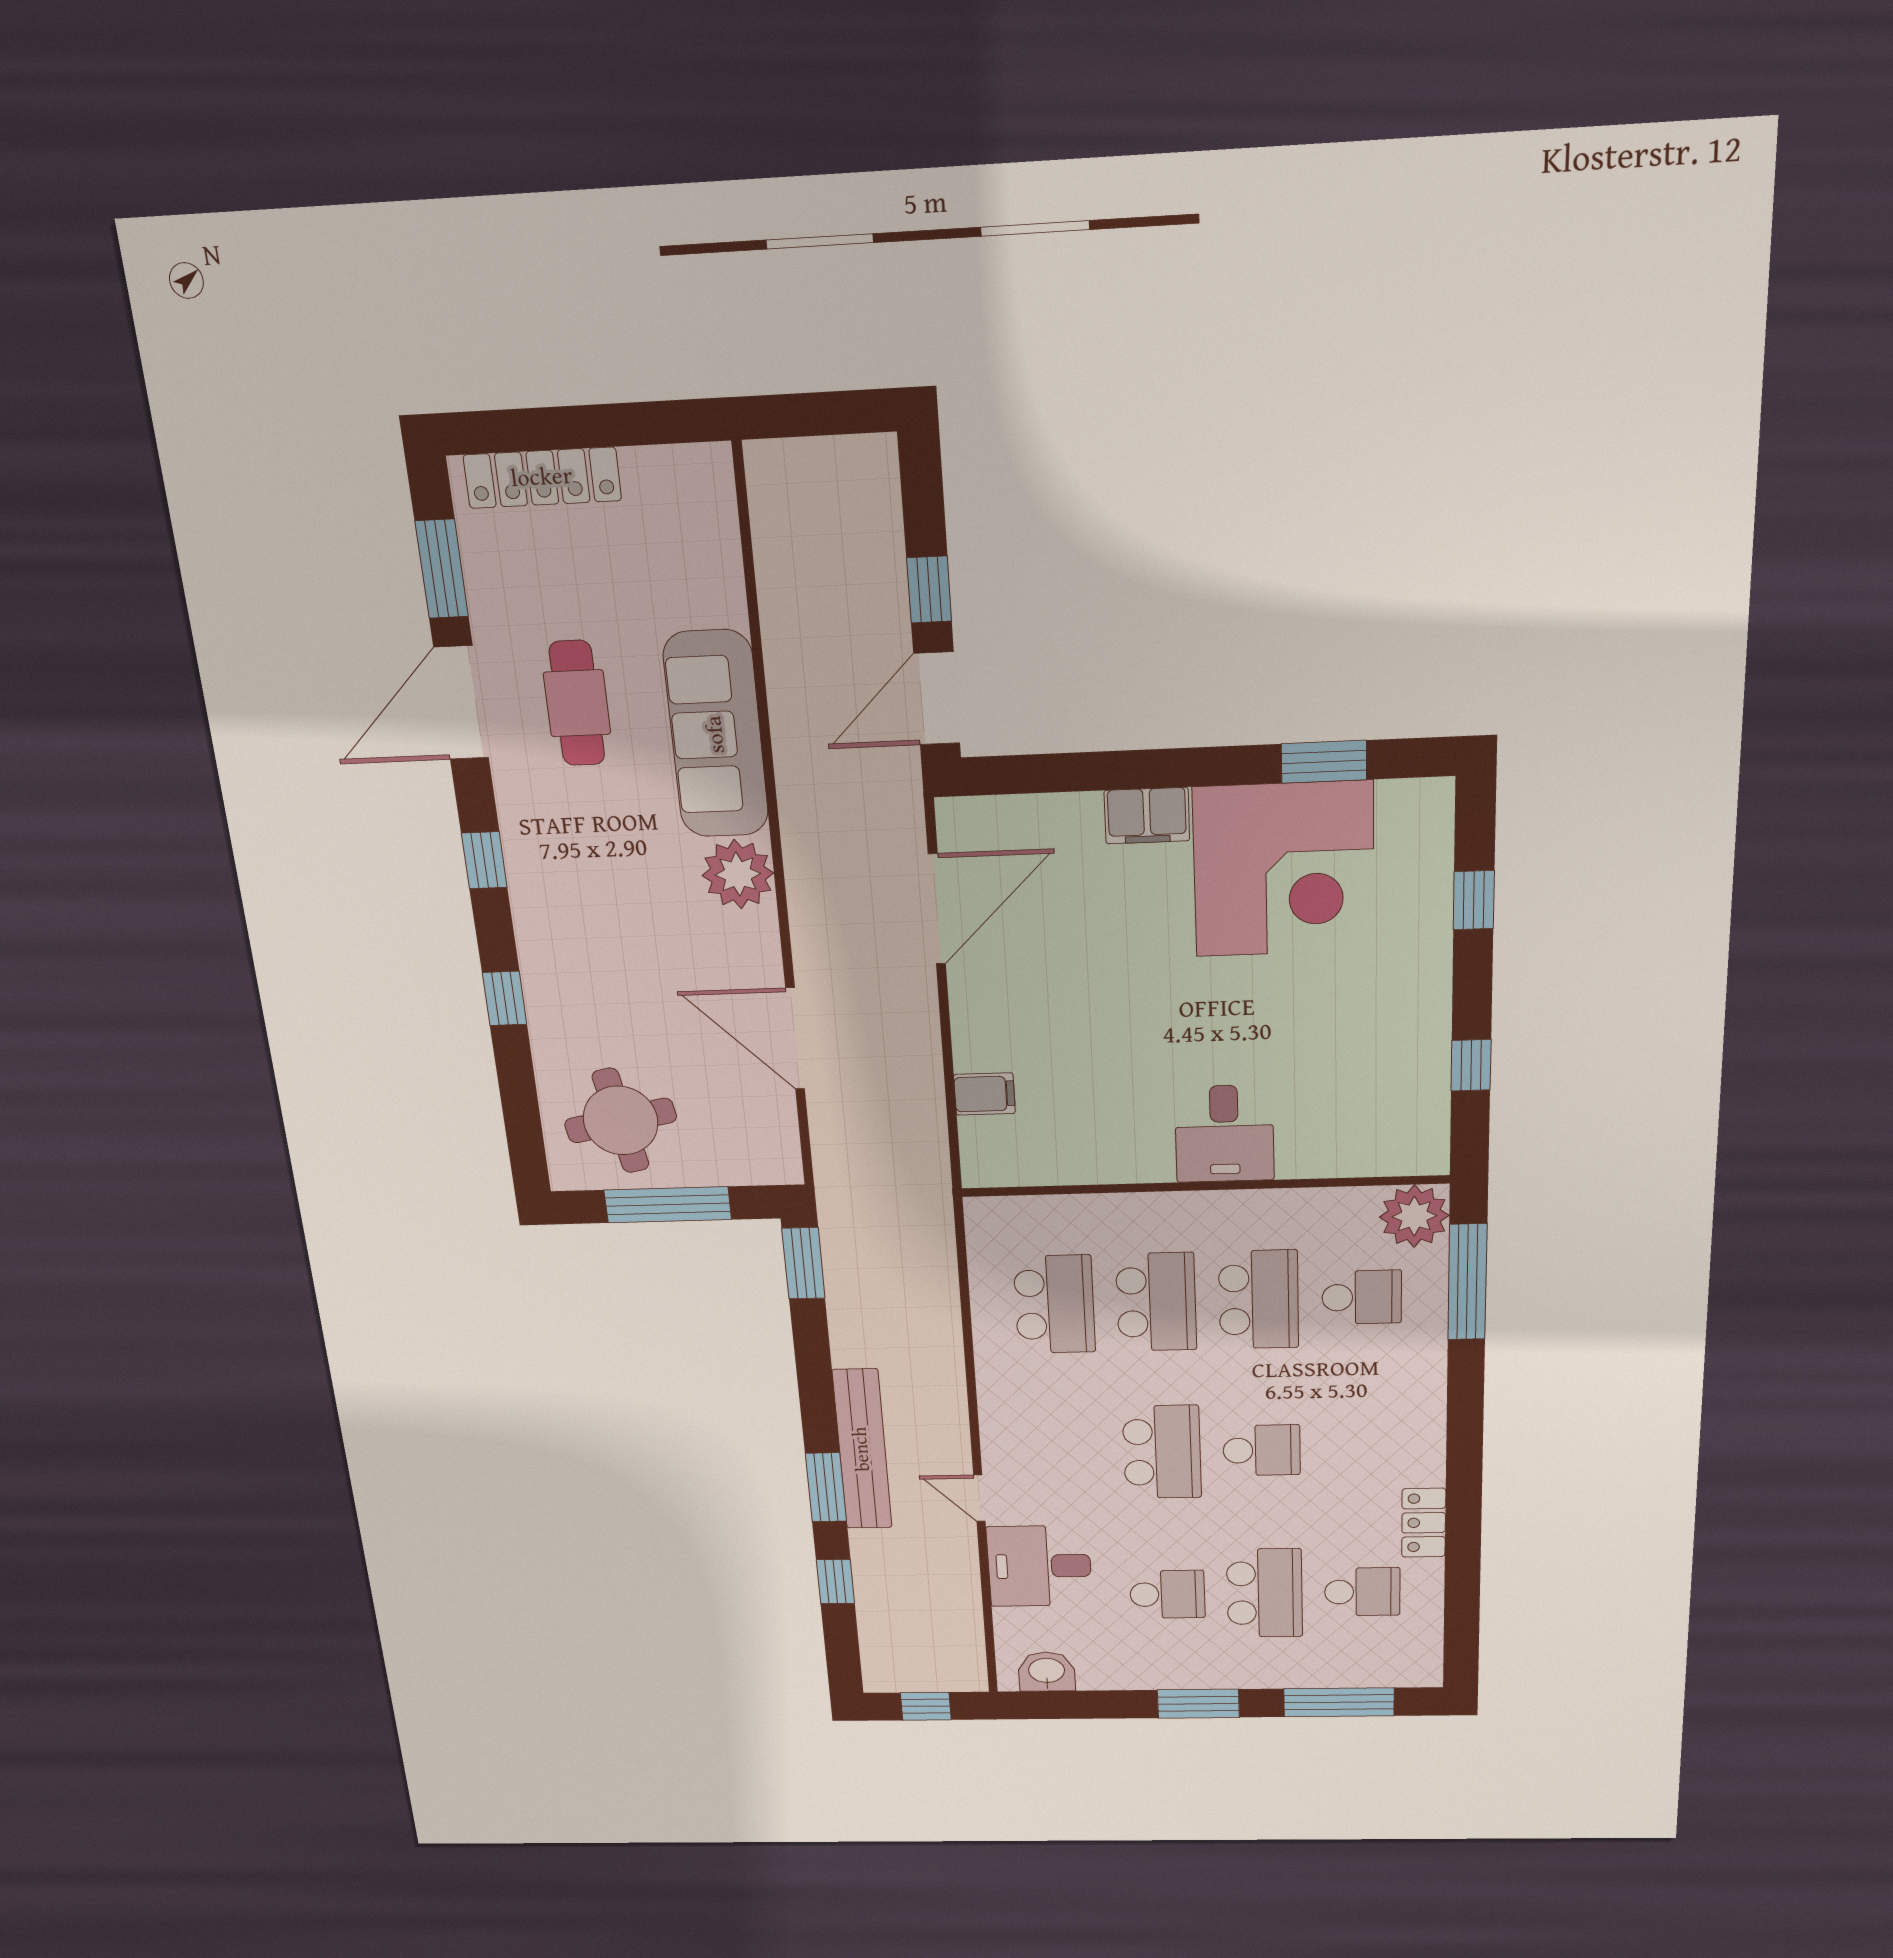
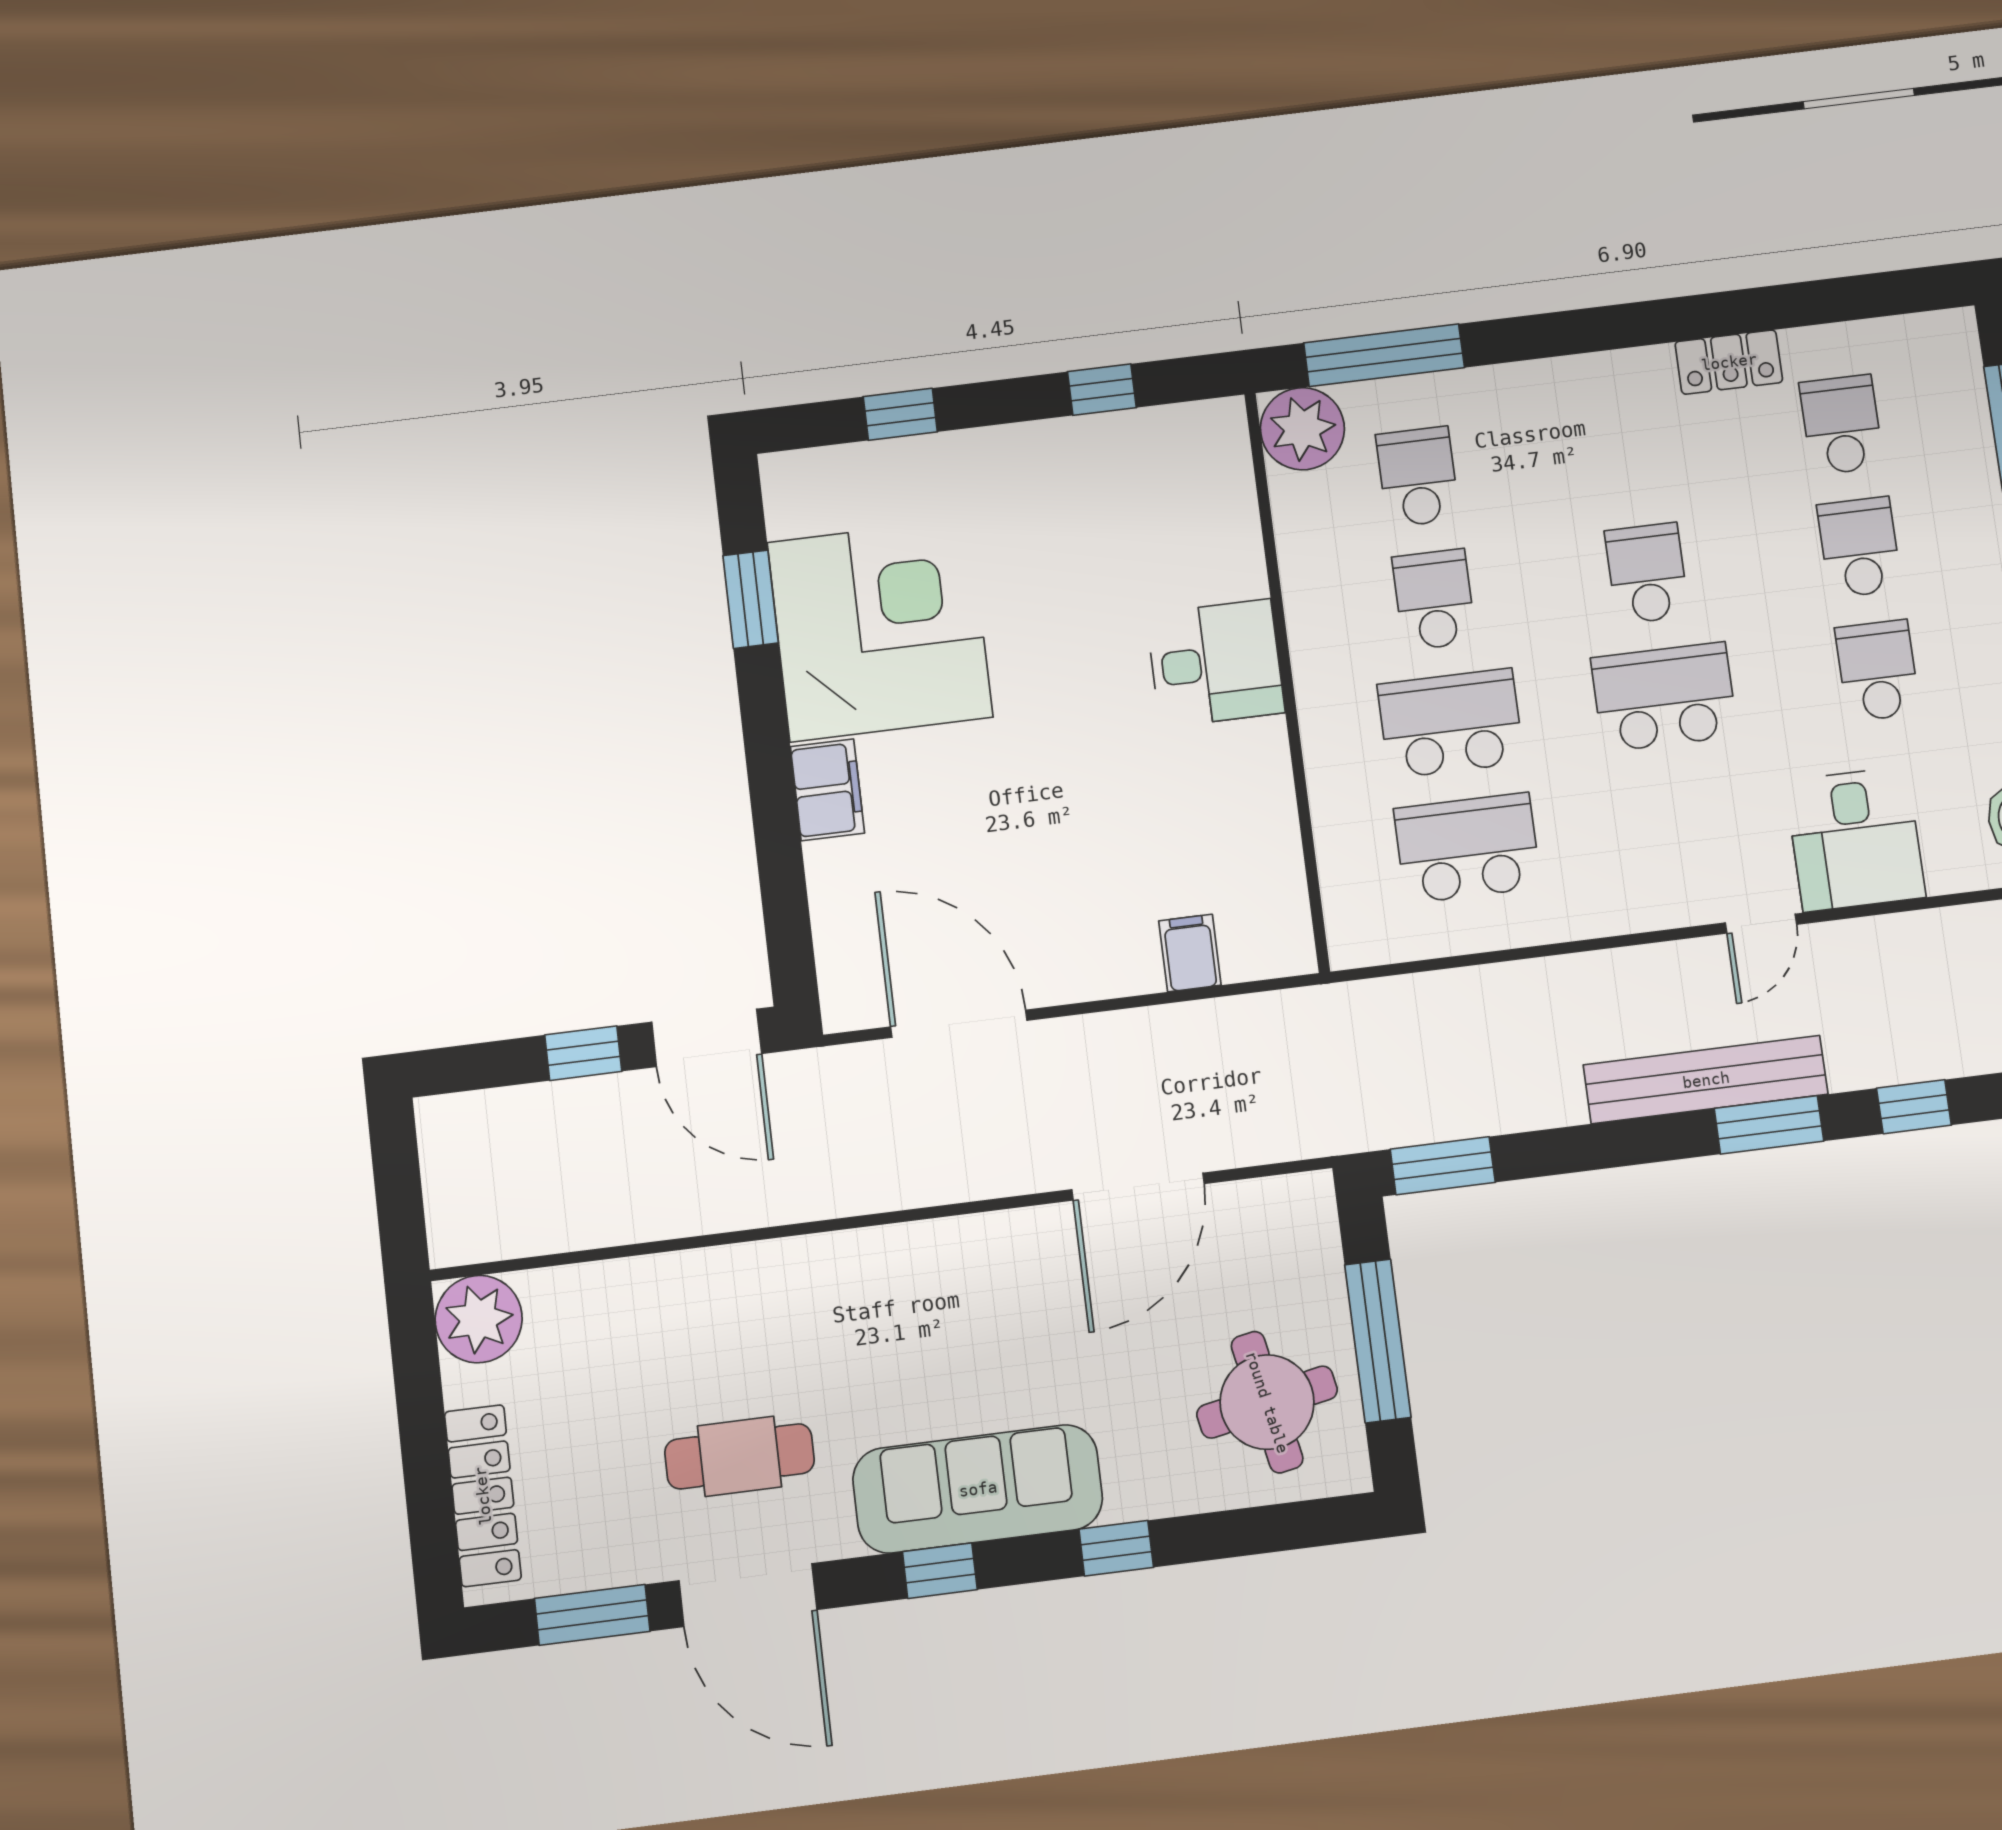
sofa: (716, 734) -> (978, 1489), moved, turned 180
plant: (738, 874) -> (479, 1319), moved
school desk: (1259, 1300) -> (1434, 600), width x0.54
school desk: (1265, 1593) -> (1859, 547), width x0.54

